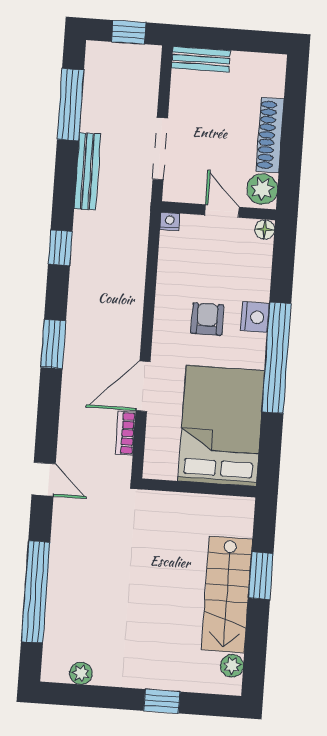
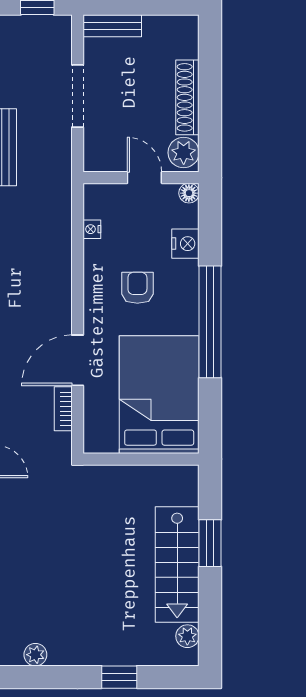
doorway: (160, 149) -> (78, 96), moved
nightstand: (170, 221) -> (92, 229), moved, turned -90
nightstand: (255, 317) -> (185, 244), moved

